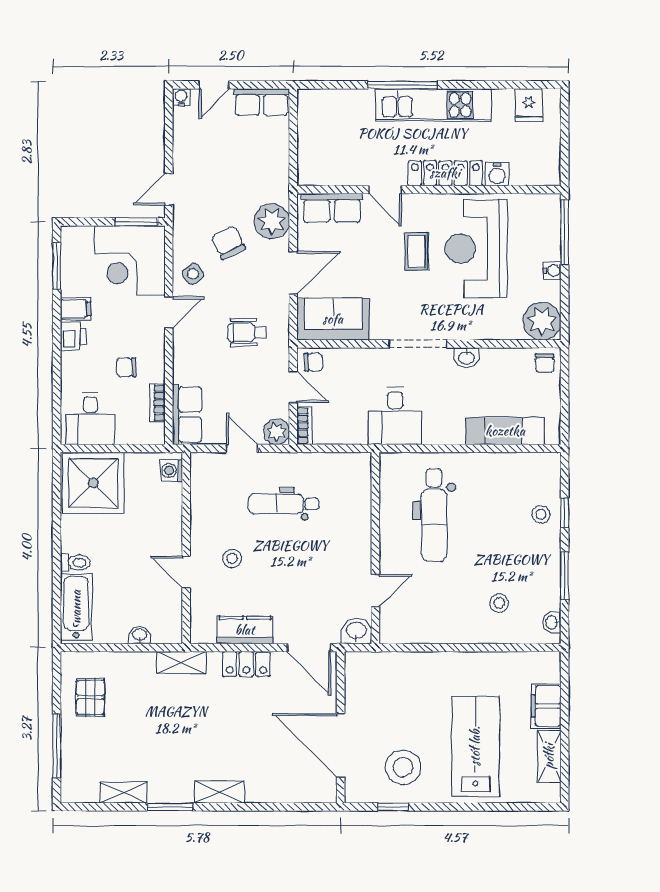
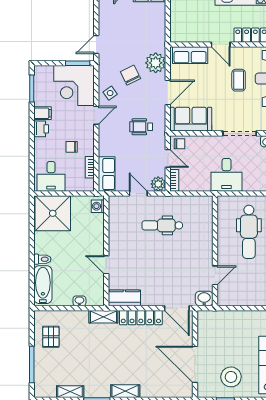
stool: (232, 559) -> (133, 257), removed
kitchen counter: (245, 630) -> (124, 298), moved
locker: (246, 664) -> (141, 318), width x1.53

